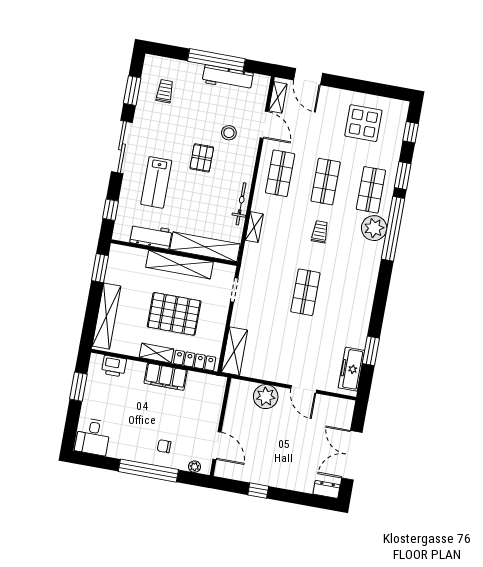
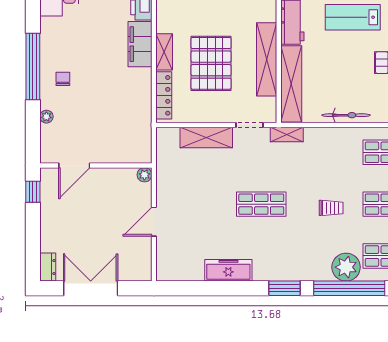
shelving: (254, 227) -> (287, 134), moved
shelving: (234, 351) -> (206, 138), moved
window: (371, 351) -> (285, 288), moved
freezer: (351, 369) -> (228, 270), moved
filing cabinet: (166, 377) -> (140, 44), moved
plant: (266, 397) -> (144, 175), width x0.53, depth x0.53
wall: (220, 427) -> (96, 165), moved
door: (217, 446) -> (74, 165), moved

